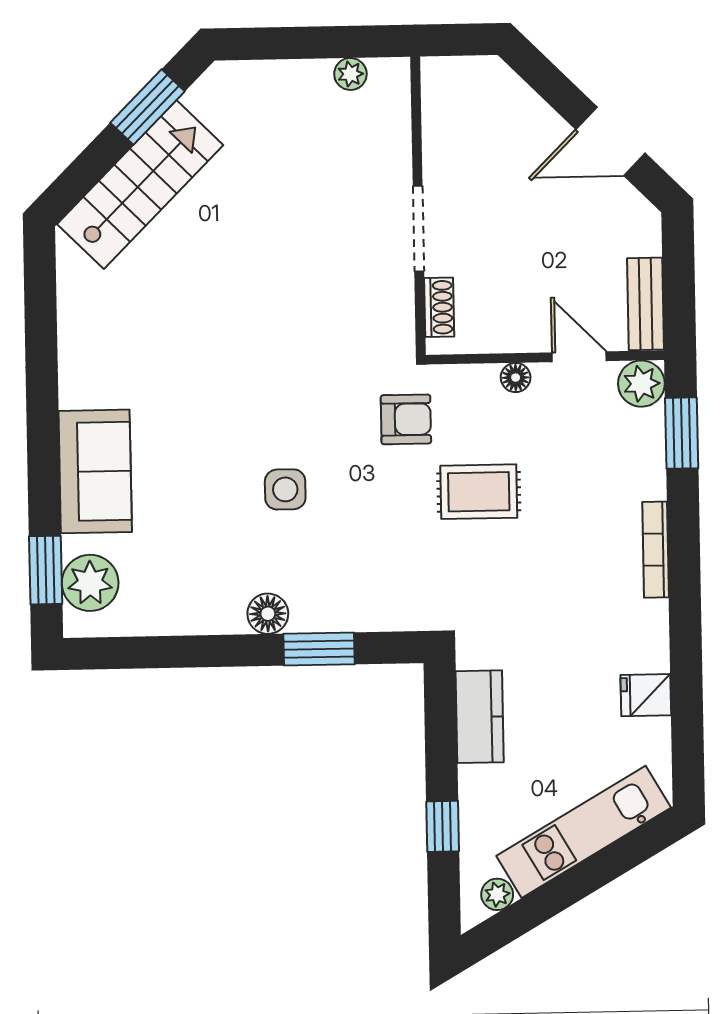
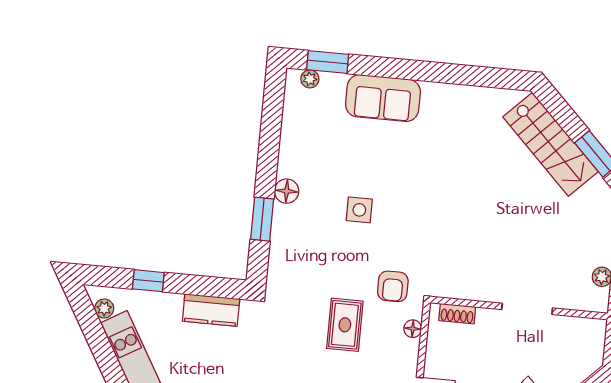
doorway: (418, 229) -> (527, 309), moved
floor lamp: (516, 378) -> (413, 329), moved
plant: (90, 583) -> (310, 79), width x0.53, depth x0.53

